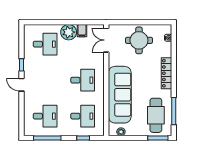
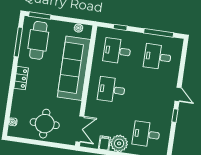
locker: (167, 73) -> (21, 78), width x0.66

